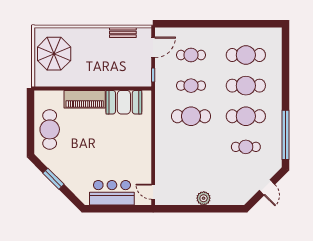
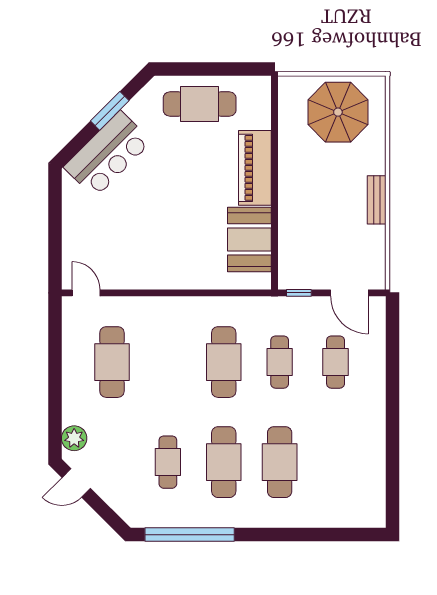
bench: (123, 32) -> (377, 200), moved
cafe table: (246, 55) -> (112, 362), moved
door: (267, 187) -> (76, 483), moved
door: (153, 192) -> (86, 293), hinge flipped
bar counter: (112, 193) -> (108, 154), moved, turned 45
plant: (204, 198) -> (74, 438), moved

